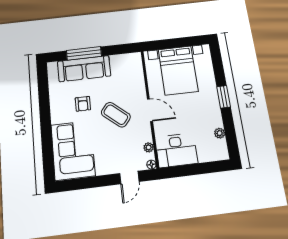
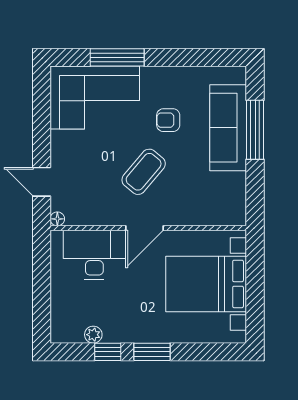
window: (228, 123) -> (108, 352), added
window: (47, 139) -> (117, 57), added
plant: (149, 147) -> (85, 218), removed
desk: (176, 150) -> (94, 255), moved, turned 90

